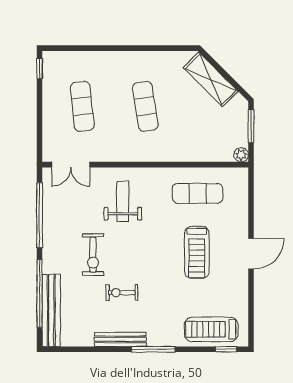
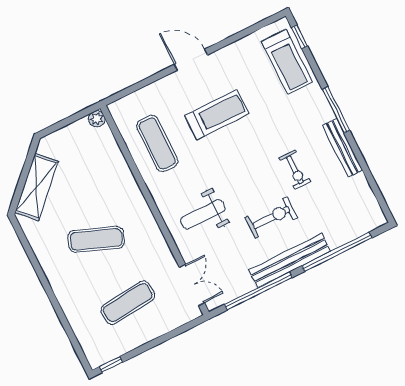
exercise mat: (145, 106) -> (96, 239), turned 30
window: (251, 126) -> (63, 123), removed
bench: (51, 310) -> (290, 261), moved

